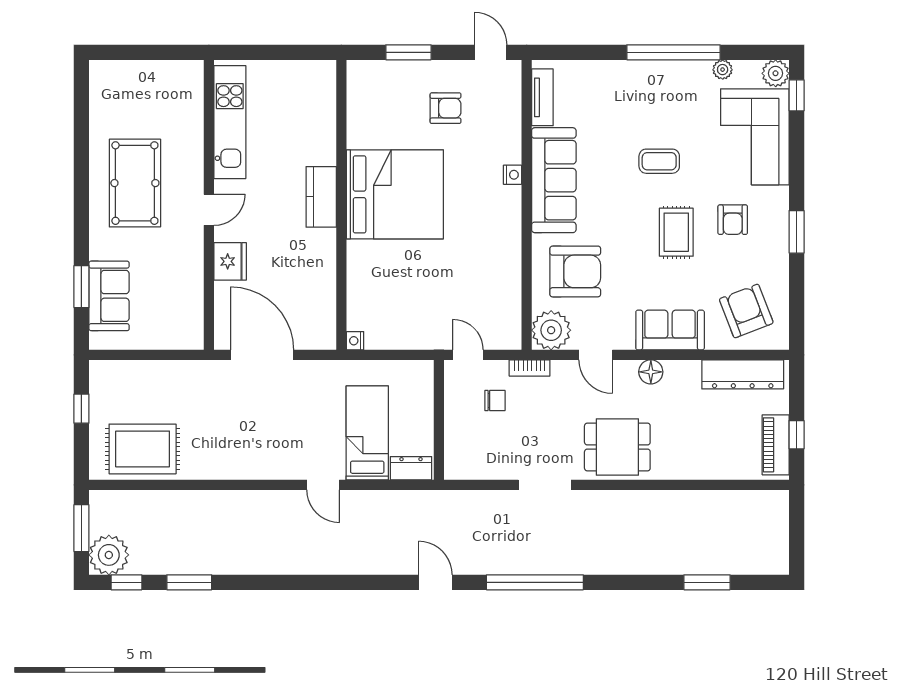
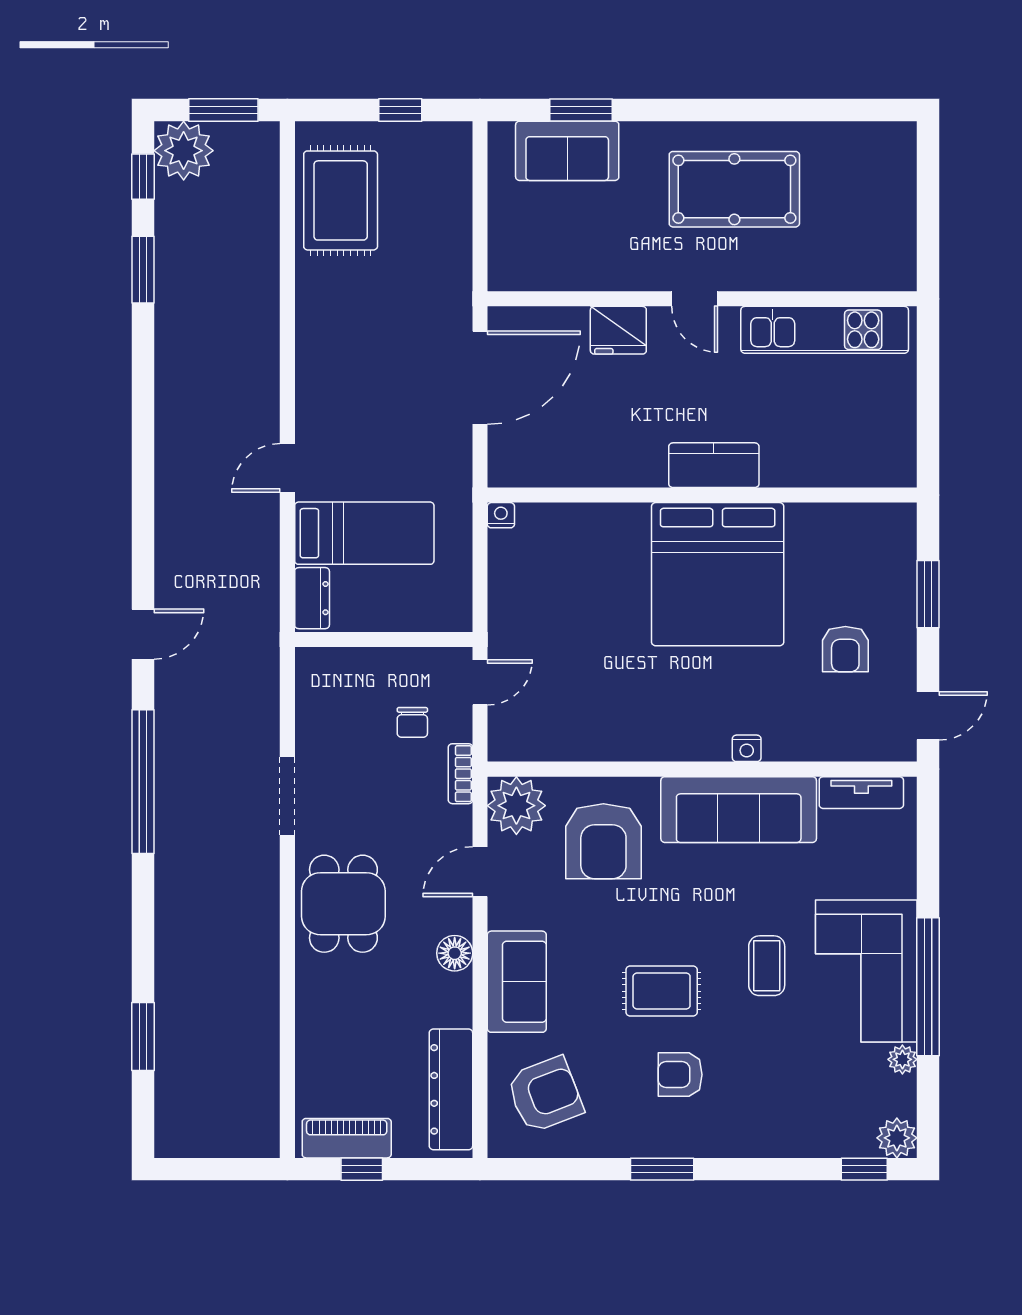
corner sofa: (755, 137) -> (866, 971), moved, turned -90

